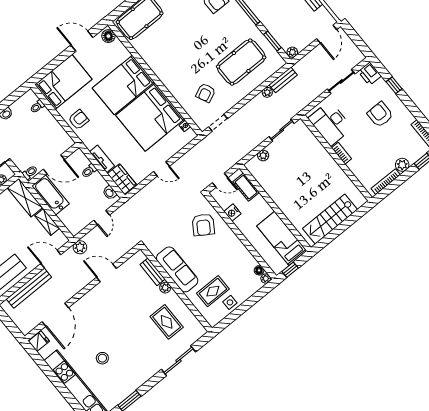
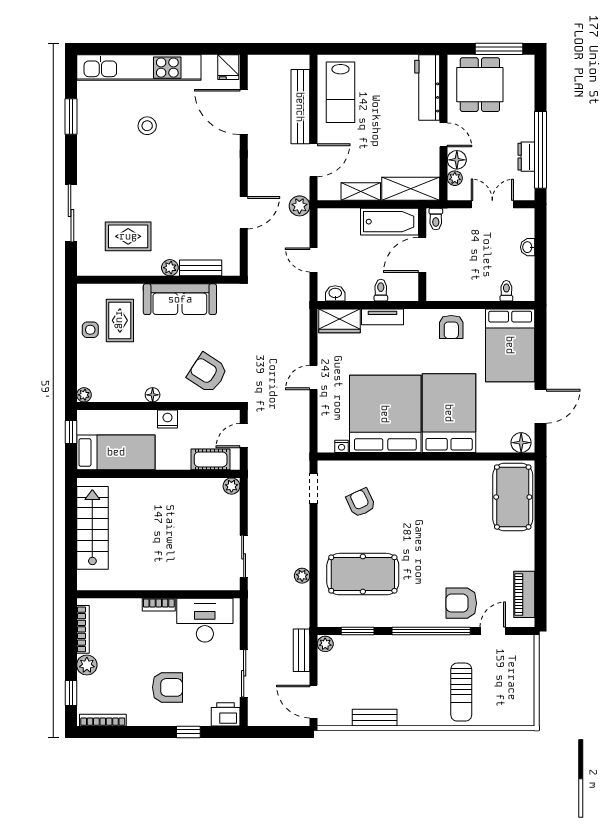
pool table: (241, 62) -> (363, 574), turned 90
bench: (283, 80) -> (301, 650), moved
plant: (263, 156) -> (231, 486), moved
nightstand: (232, 213) -> (168, 419), moved
floor lamp: (259, 270) -> (153, 395), moved

